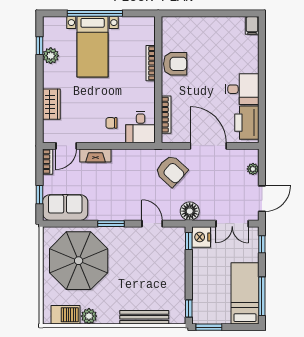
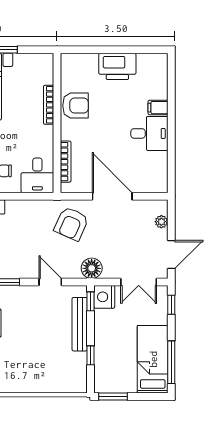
filing cabinet: (252, 25) -> (158, 108), moved, turned 90
printer: (247, 123) -> (117, 66), moved, turned -90
armchair: (171, 171) -> (71, 224), turned 72
window: (189, 308) -> (91, 355), moved
bench: (144, 317) -> (80, 324), moved, turned 90

